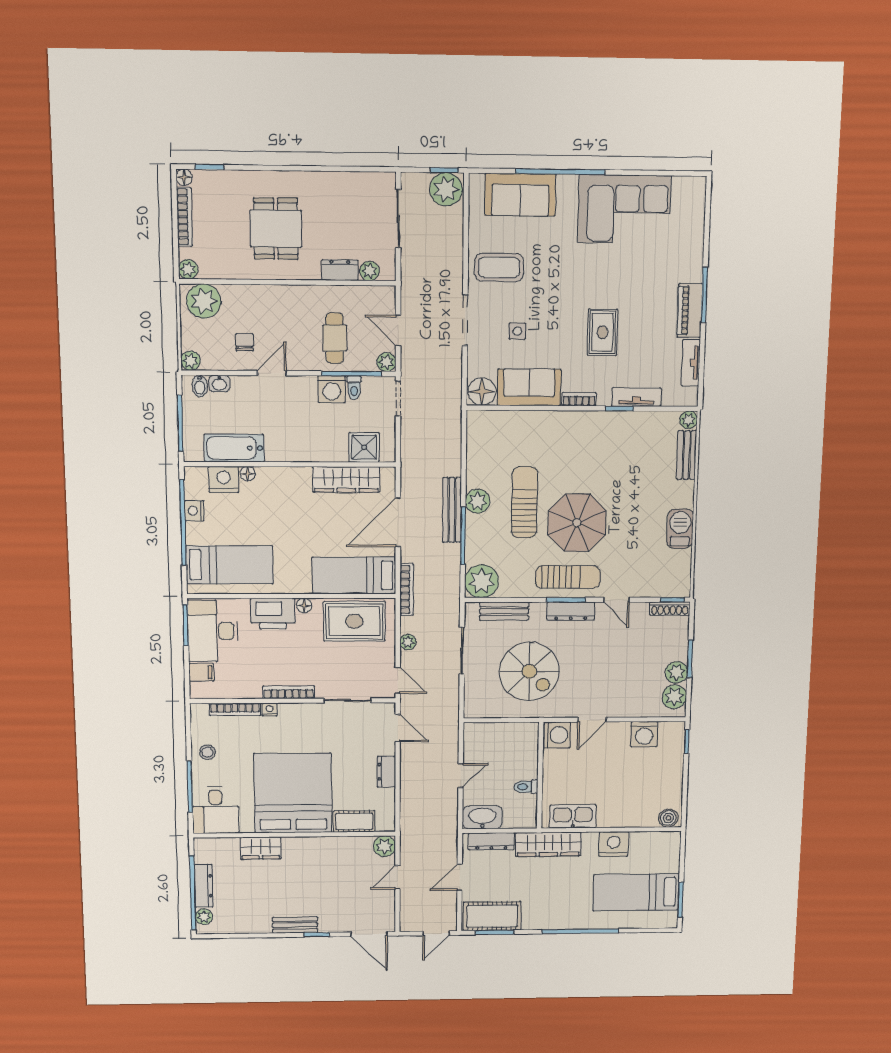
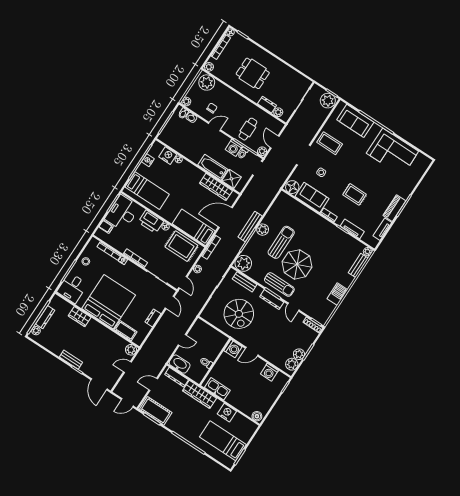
dining table: (276, 229) -> (253, 73), turned 90
rug: (602, 332) -> (355, 194), turned 90
bathtub: (234, 448) -> (213, 167), moved

